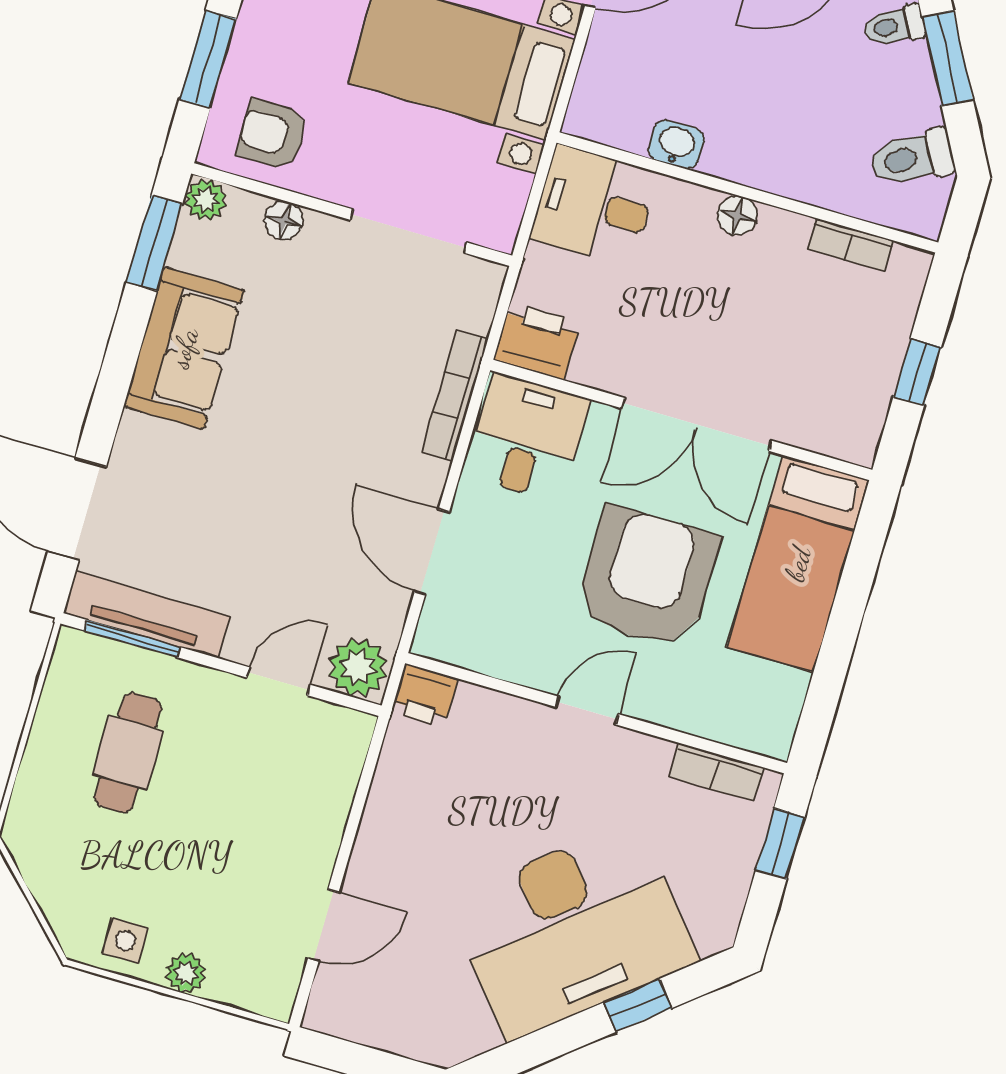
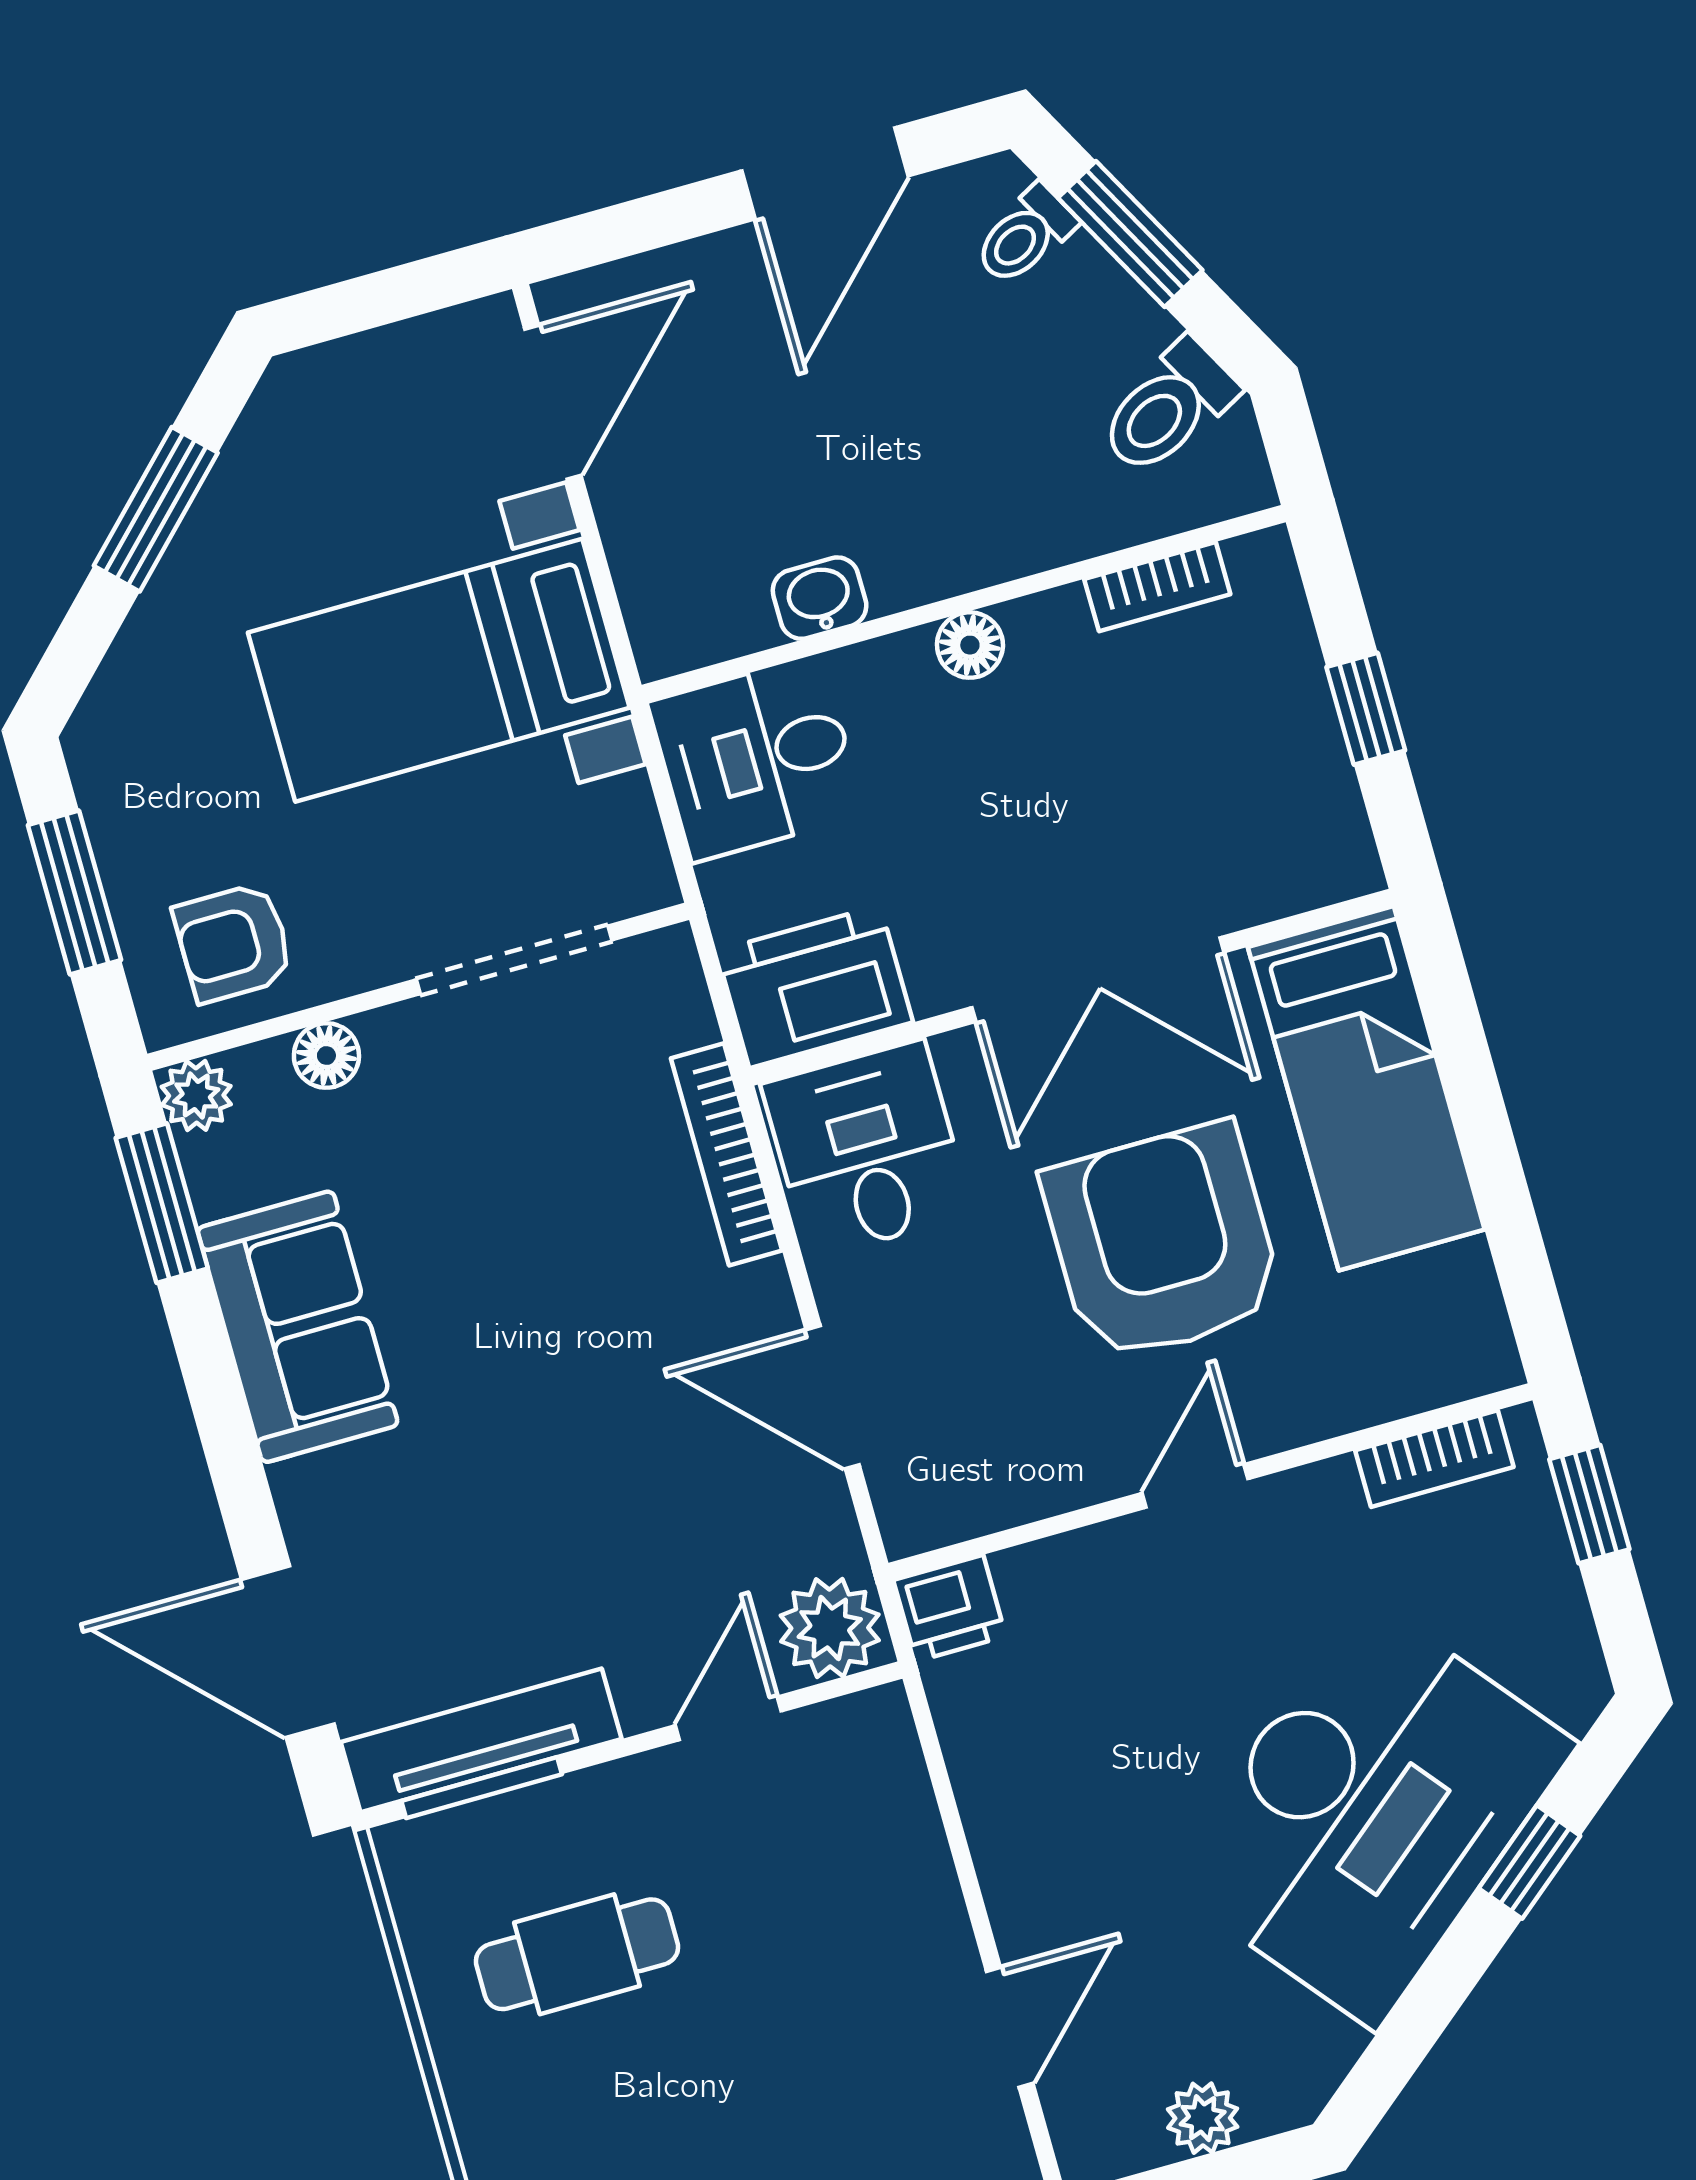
printer: (537, 341) -> (815, 987), width x1.37, depth x1.19
cafe table: (128, 753) -> (577, 1954), turned 90
plant: (392, 1032) -> (1203, 2118), added

